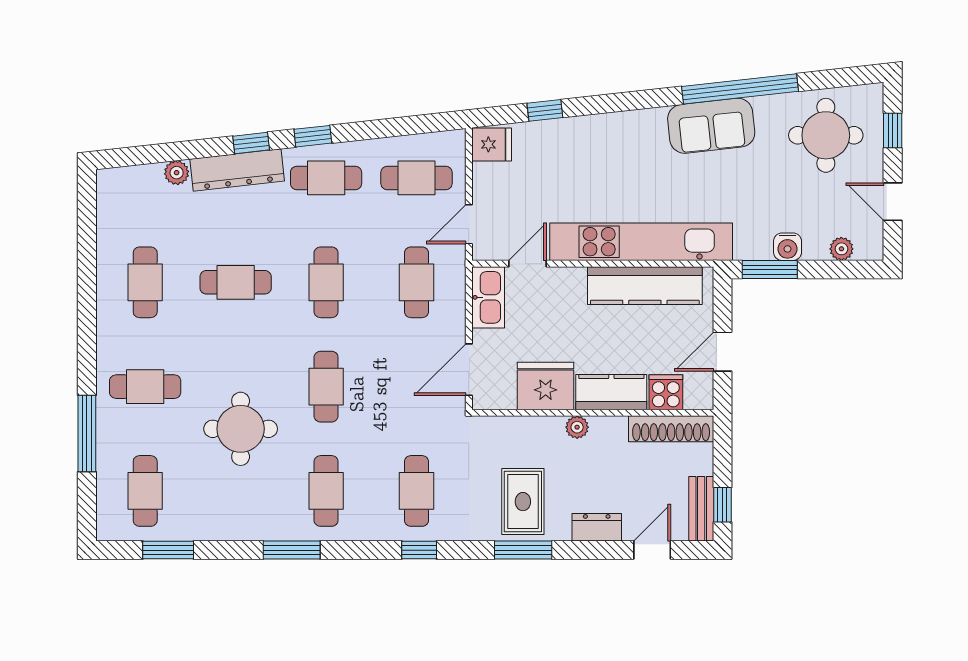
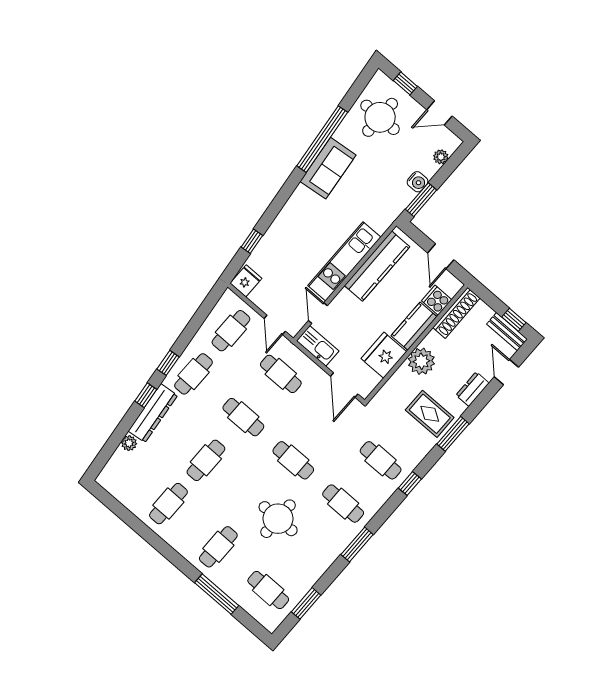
kitchen unit: (641, 242) -> (344, 261), width x0.73
cafe table: (145, 282) -> (168, 504), turned 90
plant: (577, 427) -> (421, 361), width x1.87, depth x1.87

